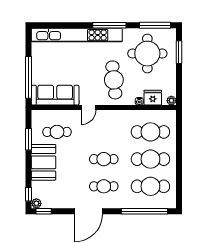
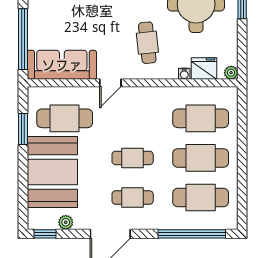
cafe table: (114, 80) -> (147, 43), width x0.73, depth x0.74
cafe table: (57, 132) -> (65, 118), width x1.37, depth x1.35
booth: (44, 162) -> (52, 172), width x1.36, depth x1.42
window: (28, 194) -> (23, 209), removed
plant: (36, 203) -> (66, 222), moved

